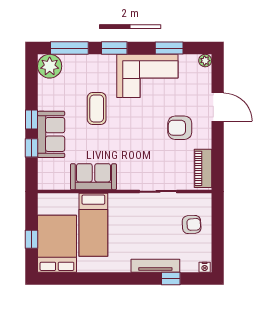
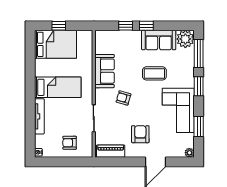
sofa: (51, 134) -> (159, 40), moved
armchair: (130, 151) -> (123, 98), added
bed: (93, 225) -> (58, 87), moved, turned 180
armchair: (192, 225) -> (70, 143), turned 93
window: (171, 278) -> (30, 128), removed

